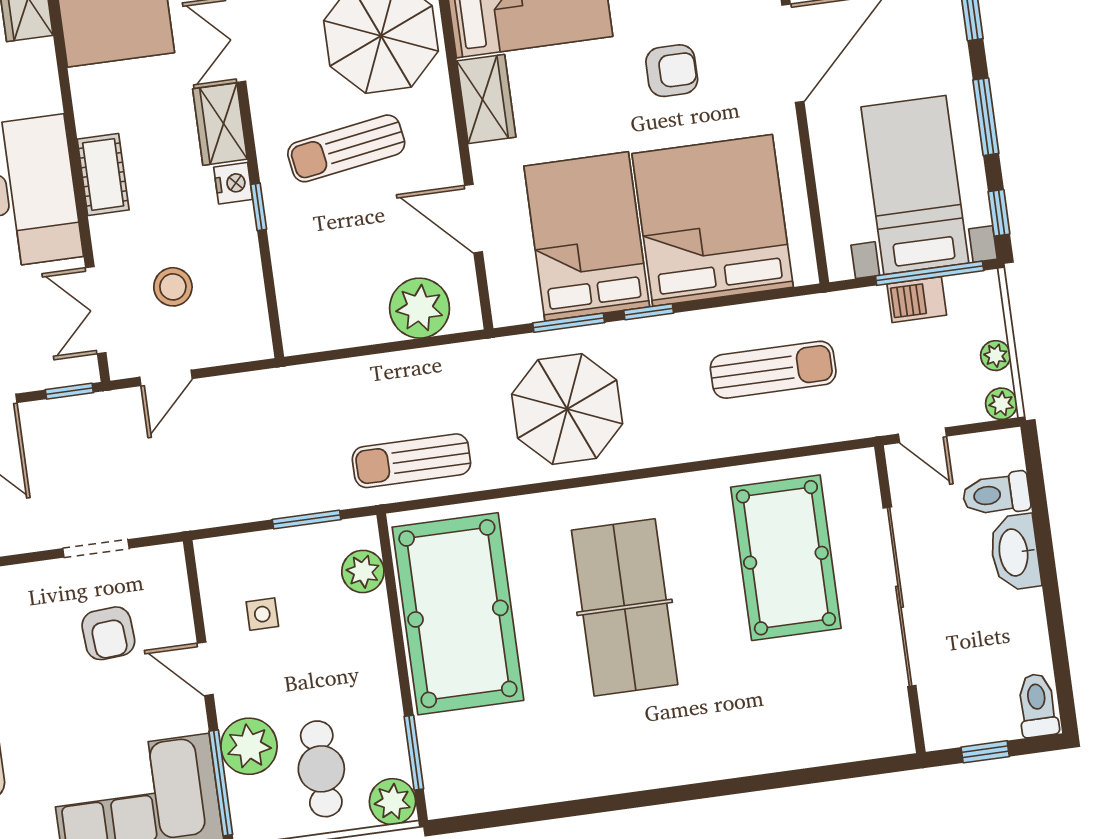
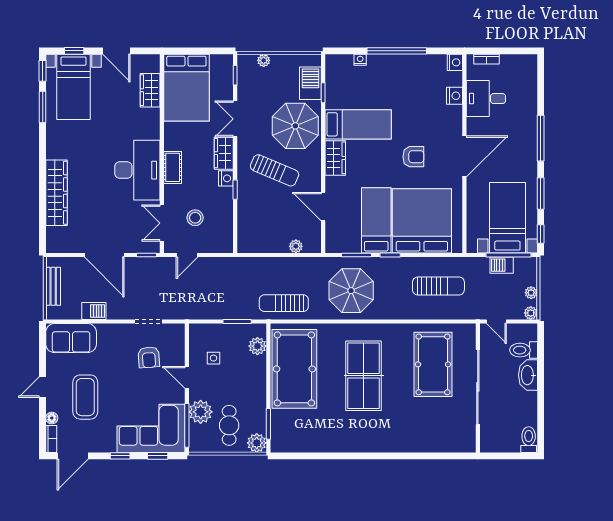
sun lounger: (346, 148) -> (275, 170), turned -148
bed: (587, 236) -> (376, 220), width x0.67
plant: (420, 308) -> (296, 246), width x0.53, depth x0.53
window: (985, 752) -> (504, 456), removed

